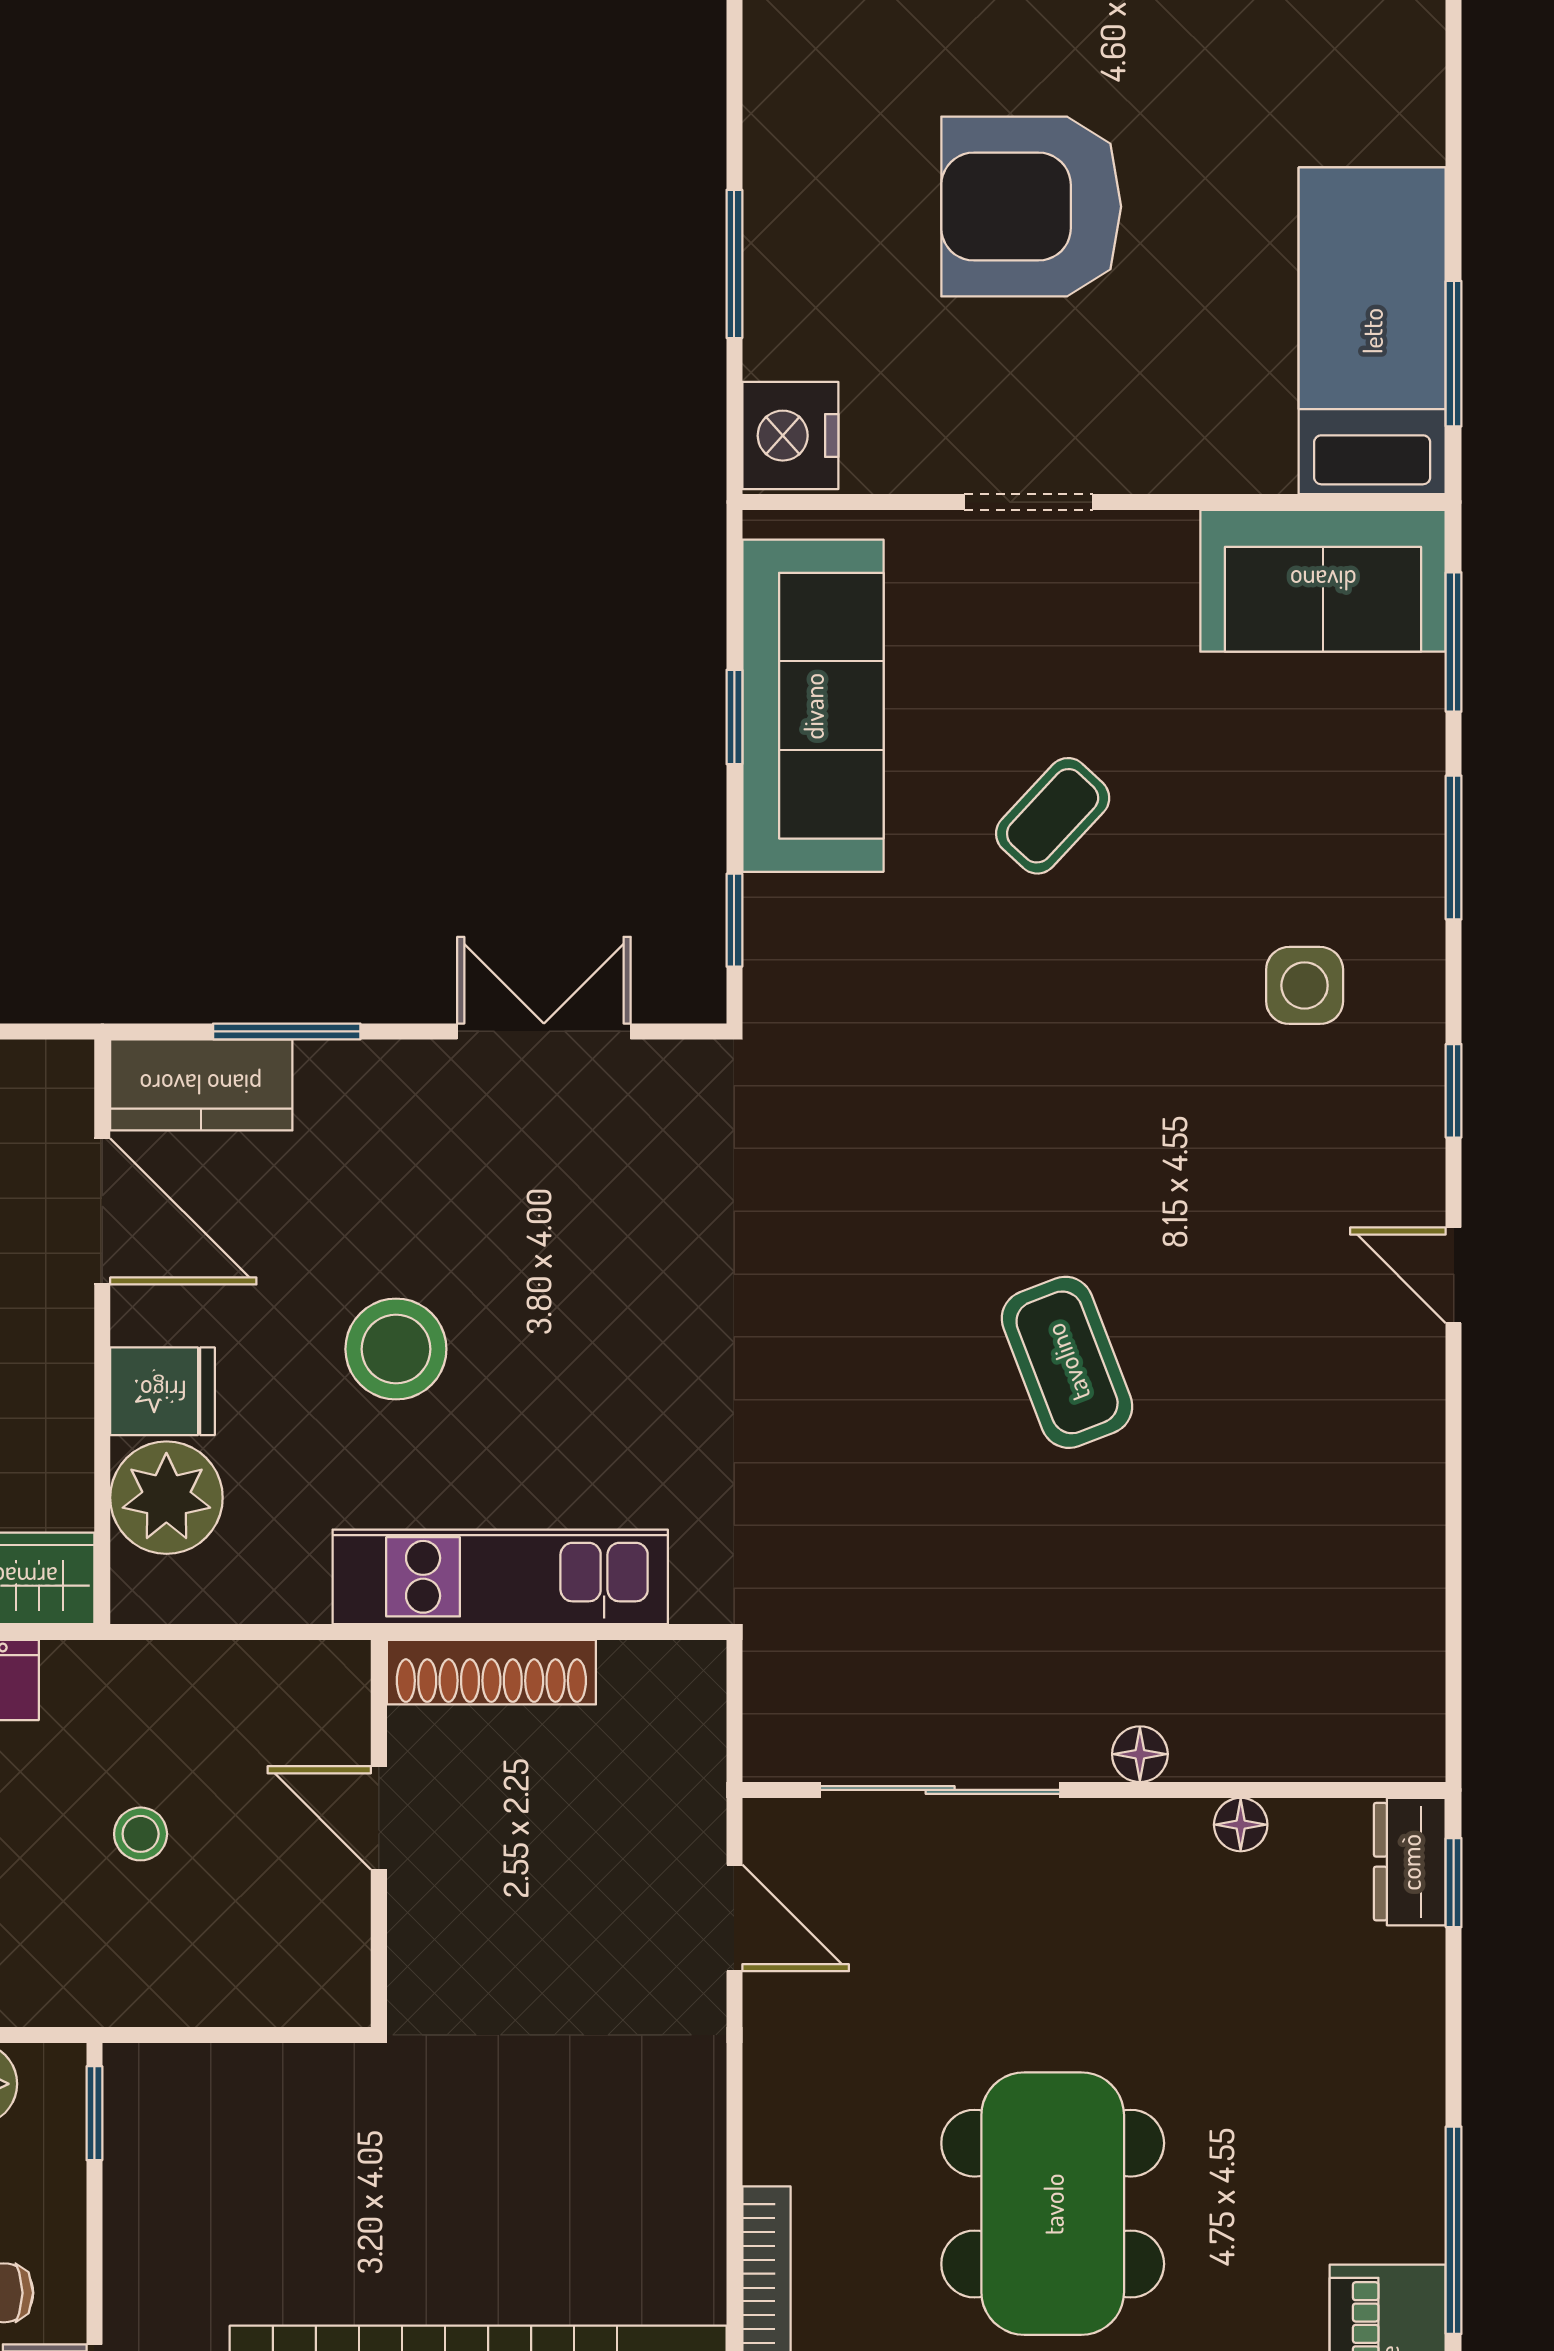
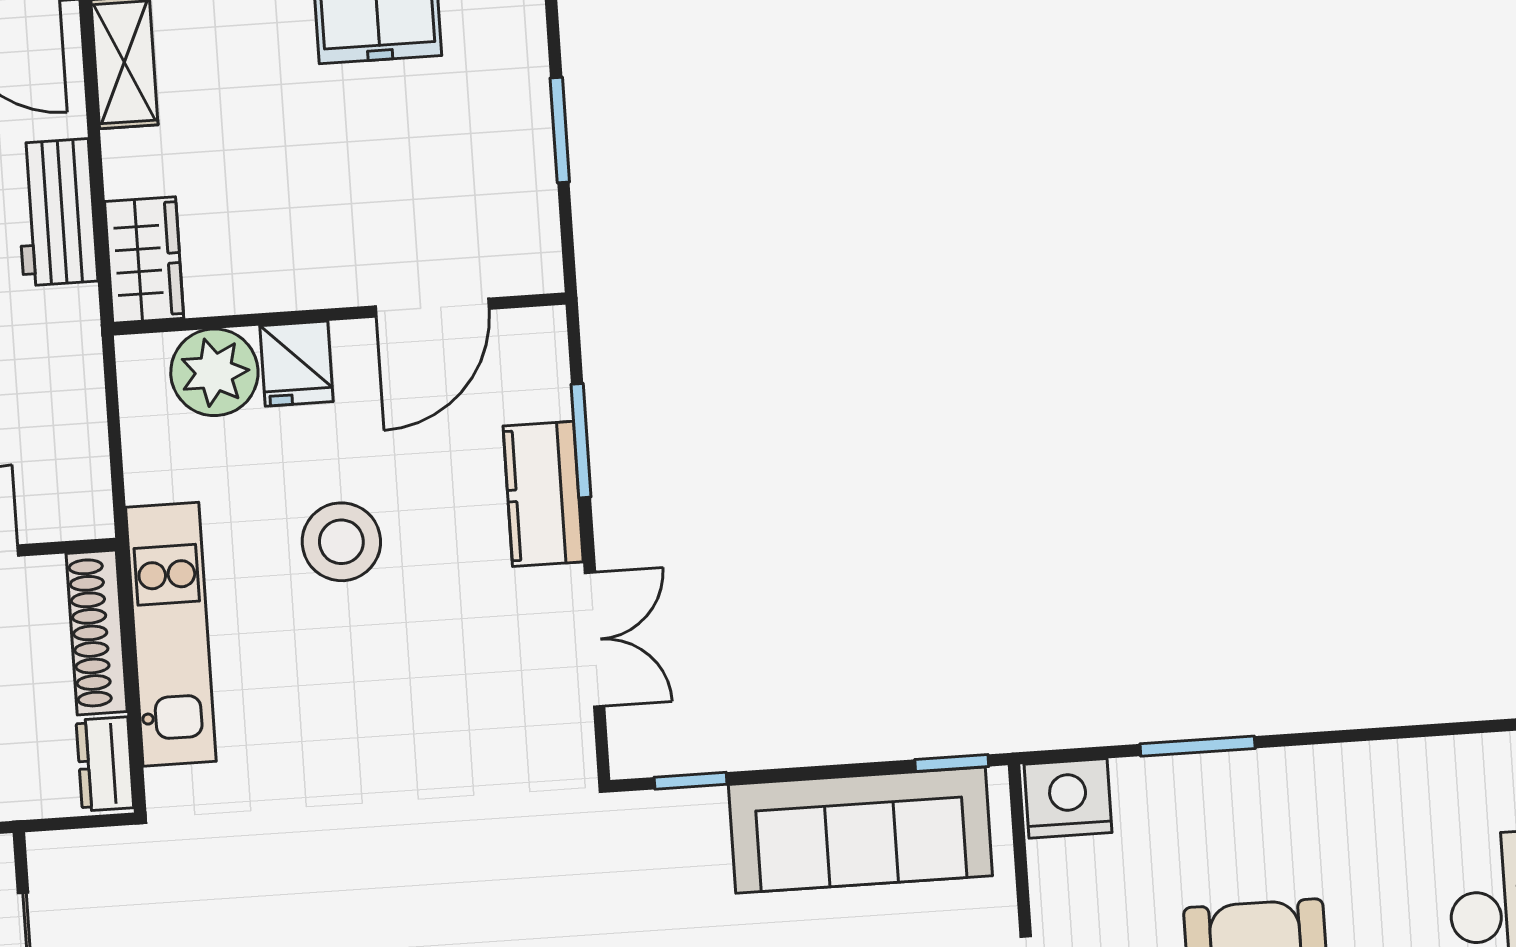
window: (734, 717) -> (952, 763), moved
kitchen counter: (201, 1085) -> (543, 494), moved
dresser: (661, 1673) -> (105, 764), added

